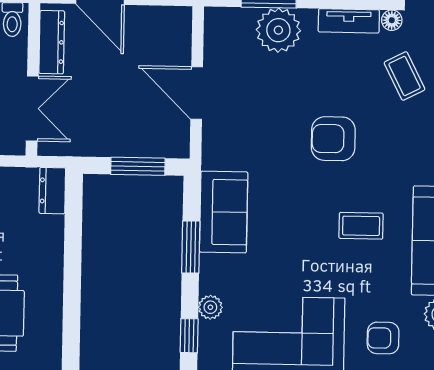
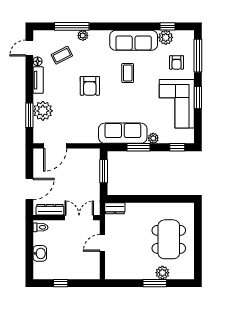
door: (197, 93) -> (55, 146), moved
sofa: (224, 212) -> (123, 133), width x1.36
plant: (210, 307) -> (153, 138), moved

